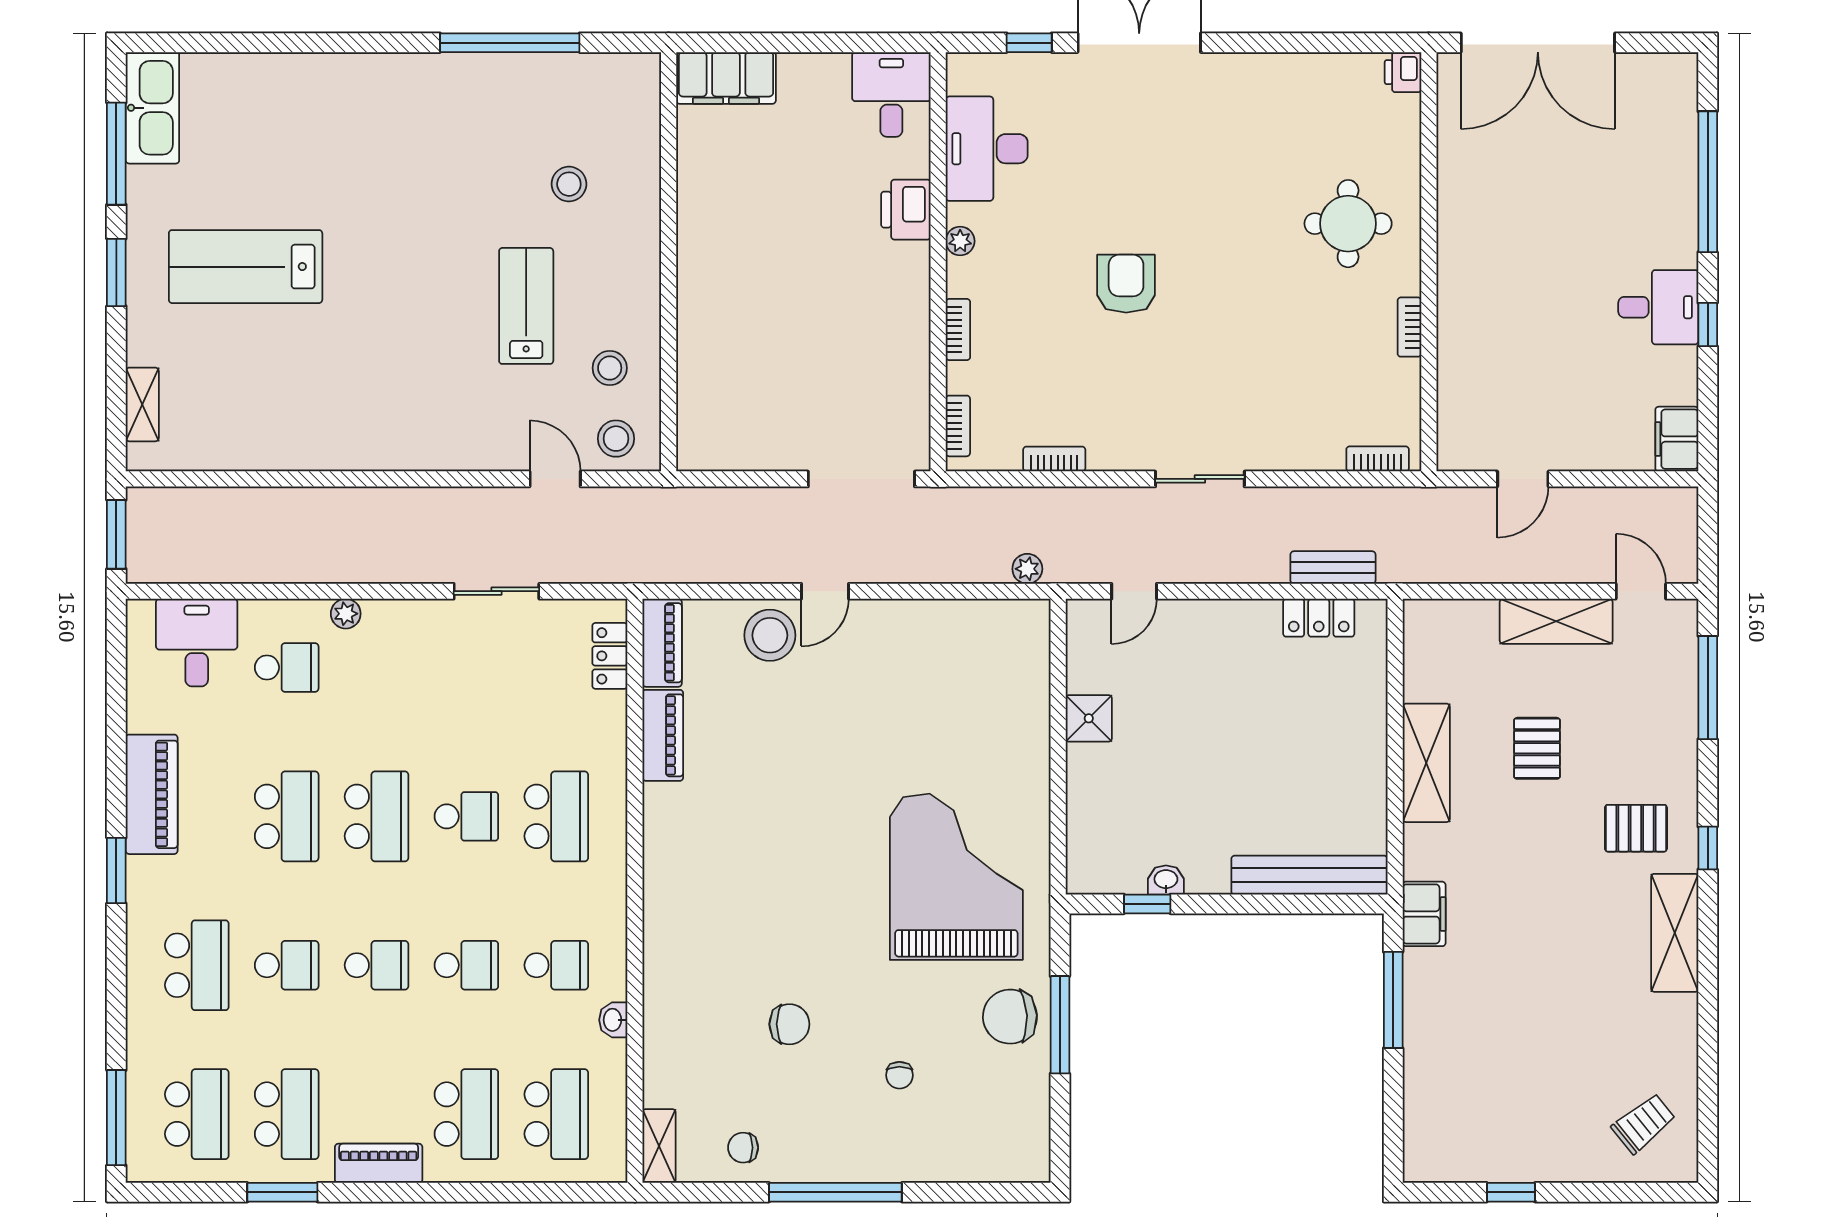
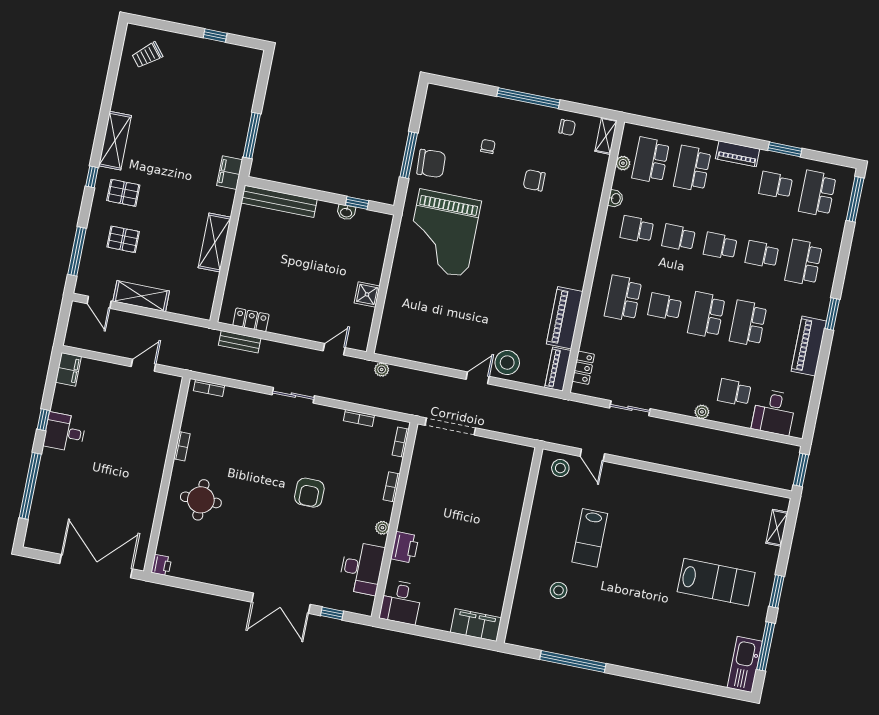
stool: (610, 368) -> (557, 501), removed
piano: (663, 735) -> (565, 318), width x1.37, depth x1.33
pallet: (1537, 748) -> (123, 239), moved, turned 90
plant: (612, 1097) -> (623, 163), added
school desk: (287, 1114) -> (776, 185), width x0.54

